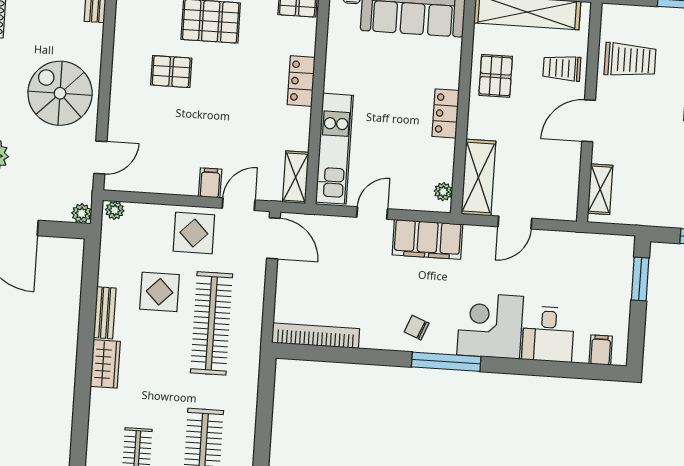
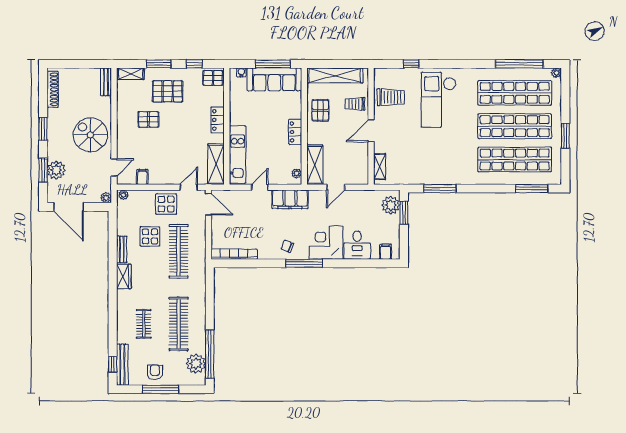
shelving: (296, 177) -> (216, 164), width x1.50, depth x1.33
filing cabinet: (210, 183) -> (142, 177), moved
plant: (616, 263) -> (391, 205), added

